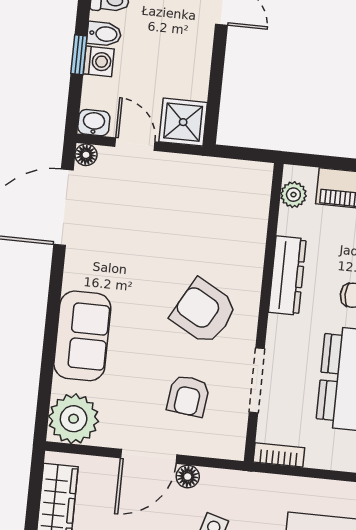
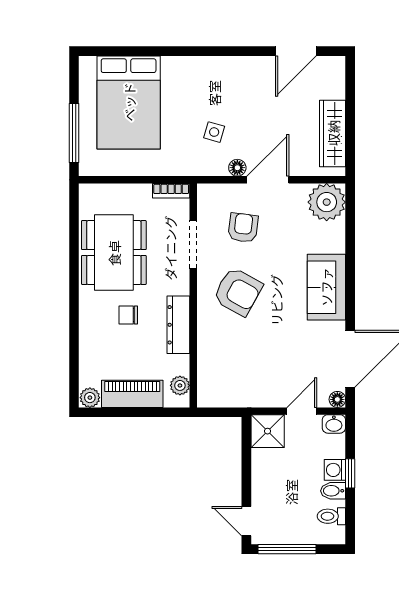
door: (135, 144) -> (302, 411), swing flipped
sofa: (82, 336) -> (326, 287), moved

